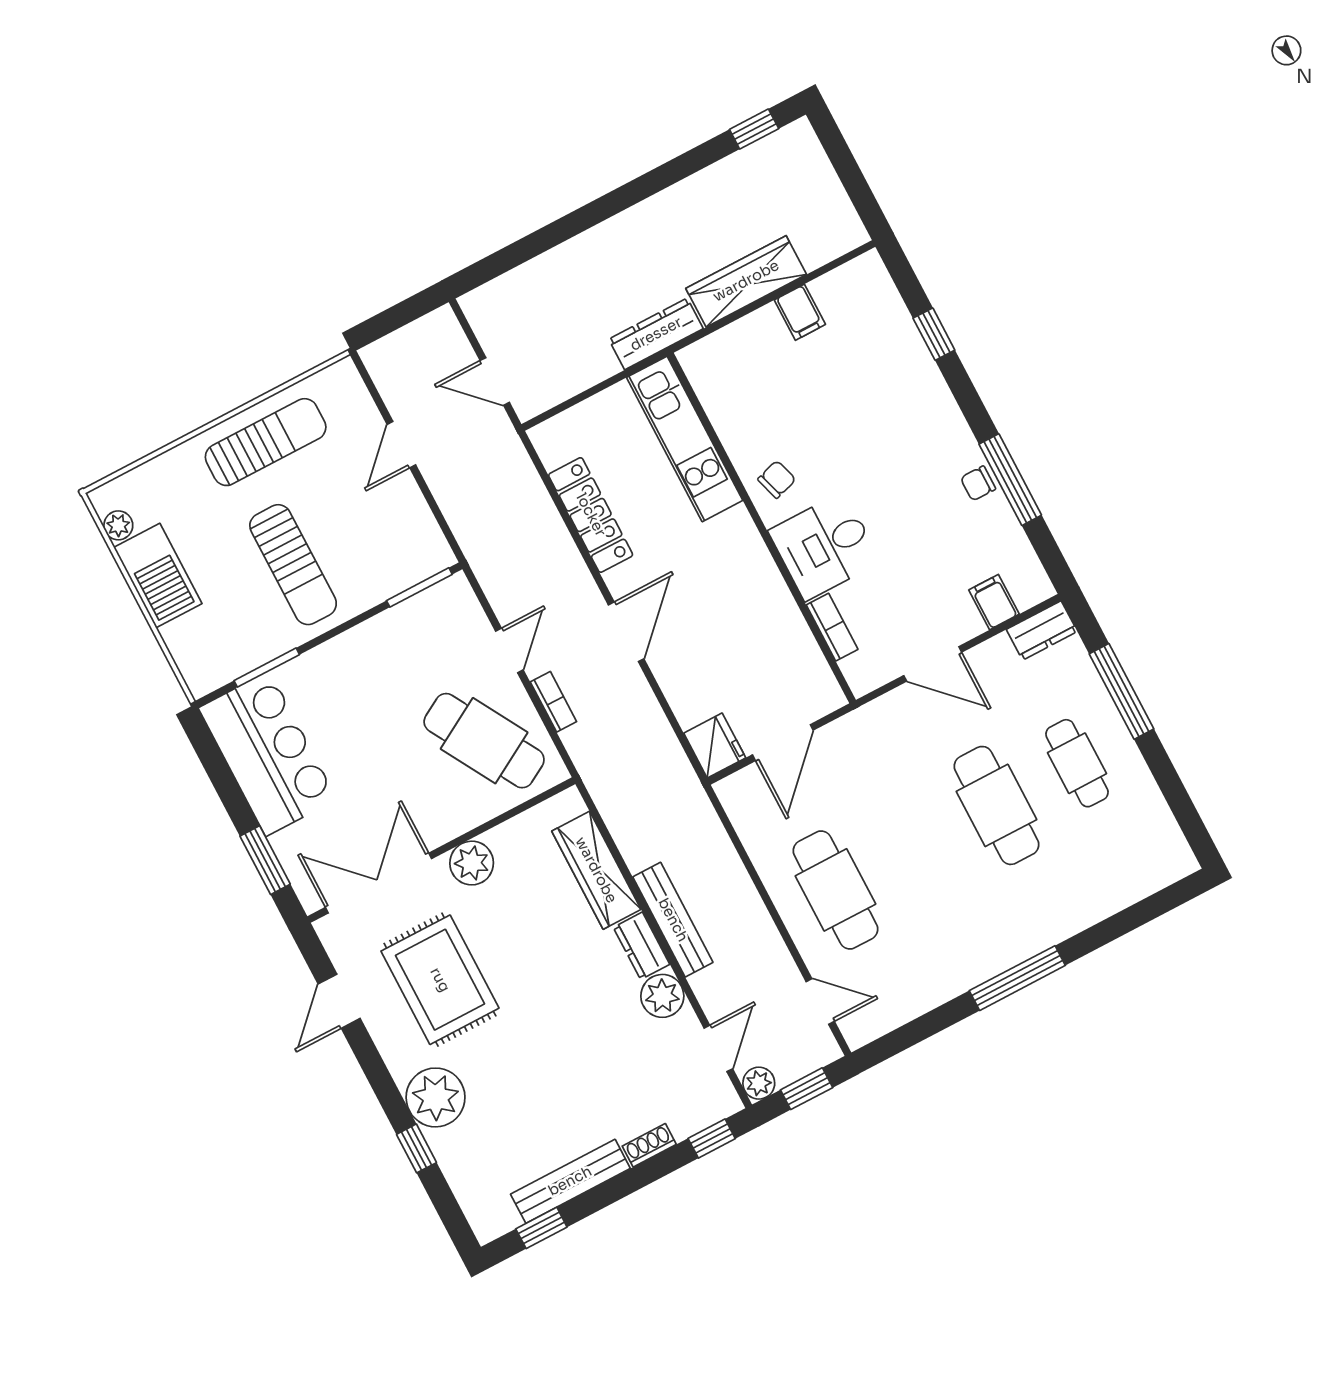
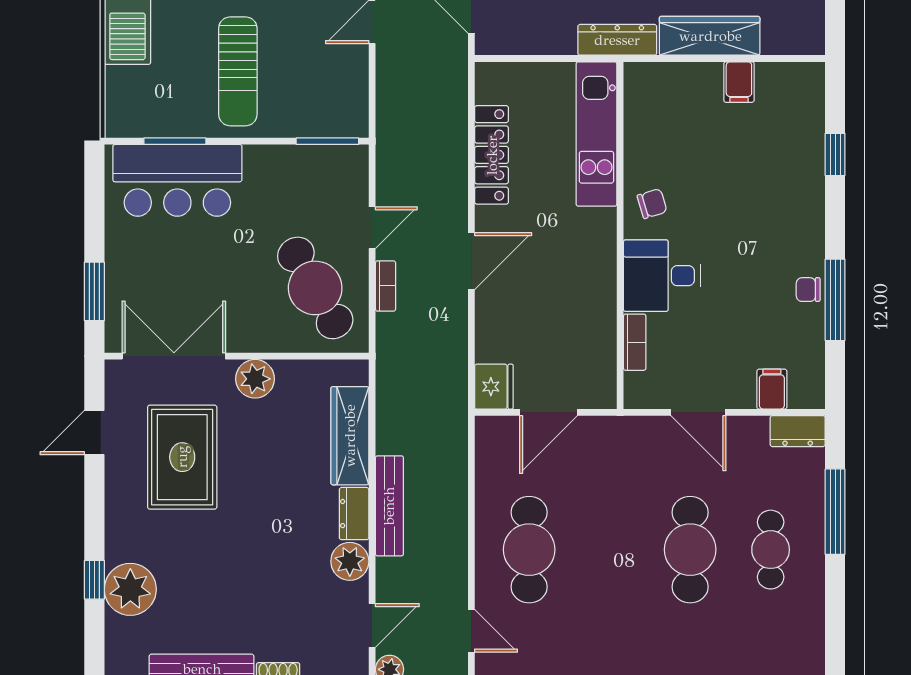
bar counter: (268, 754) -> (177, 180), moved, turned 90
plant: (436, 1097) -> (130, 589), moved

